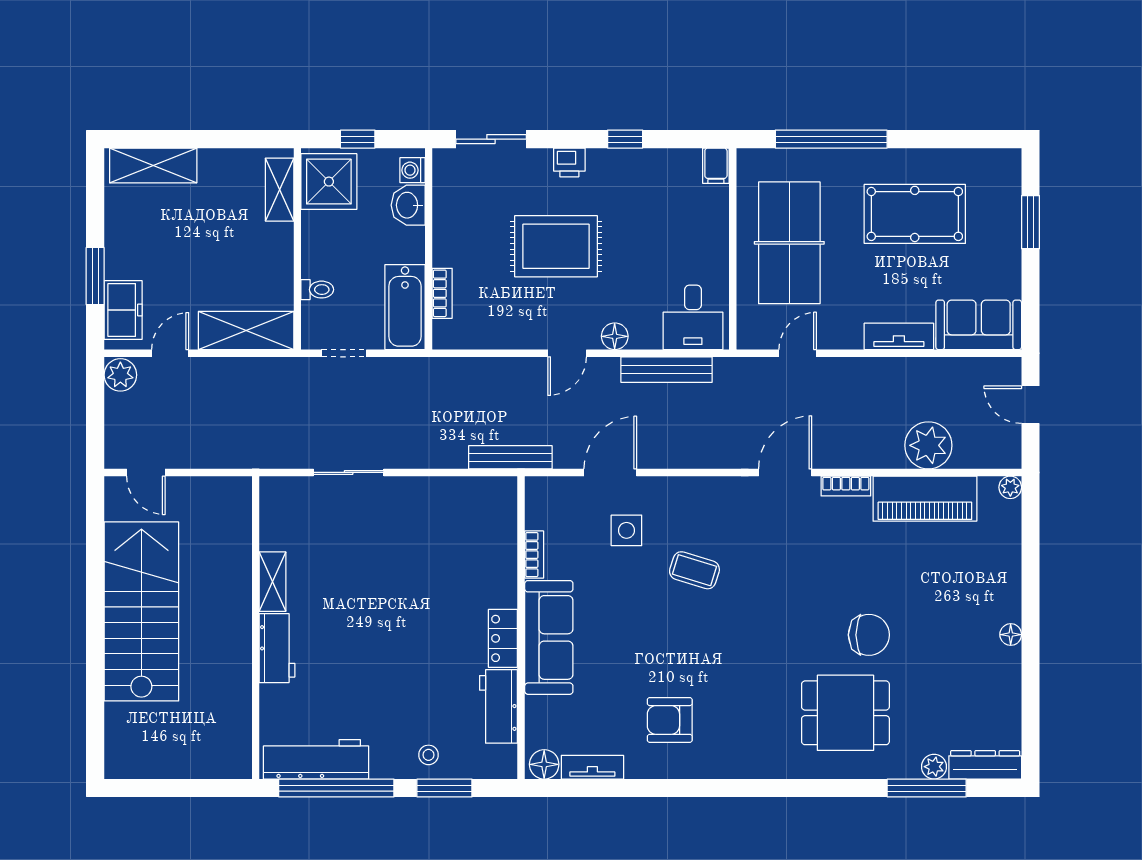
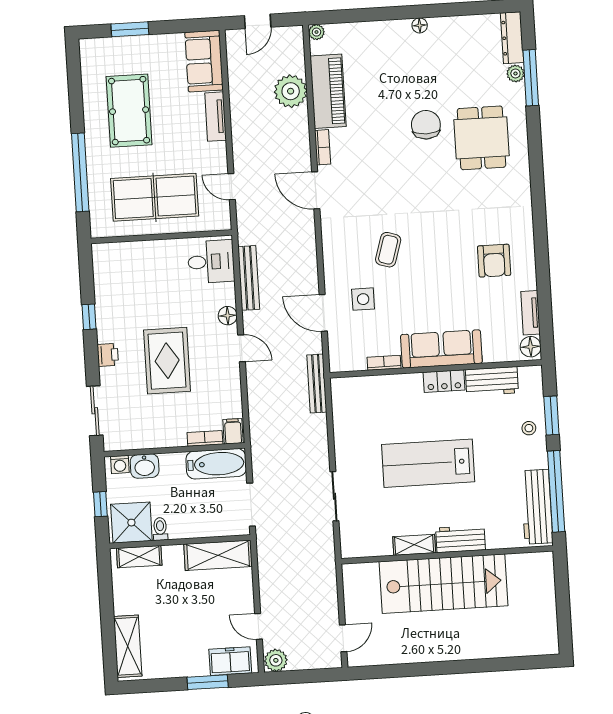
filing cabinet: (716, 166) -> (233, 431), moved, turned -90
toilet: (317, 290) -> (160, 529), moved
shelving: (246, 331) -> (218, 555), moved, turned 90
doorway: (344, 353) -> (251, 505), width x1.38
lab bench: (387, 609) -> (428, 463), added
stairs: (141, 611) -> (444, 584), moved, turned 180

